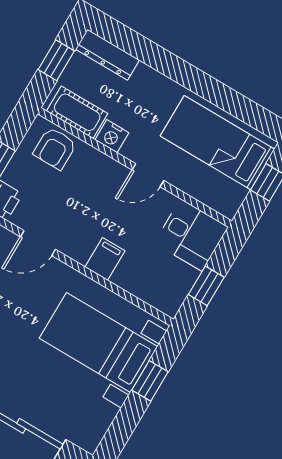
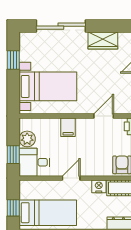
plant: (181, 279) -> (27, 139), added
window: (206, 286) -> (13, 155), moved
window: (150, 381) -> (13, 60), moved

